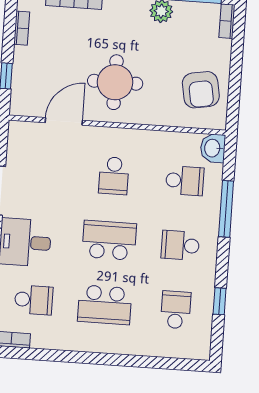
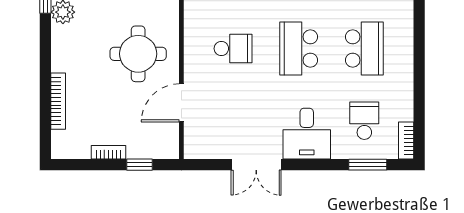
bookcase: (22, 28) -> (108, 152), moved
door: (64, 121) -> (181, 103), hinge flipped

